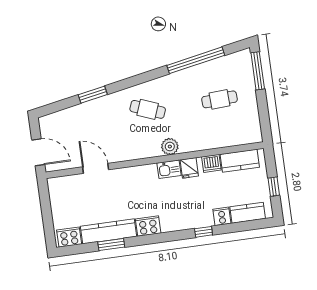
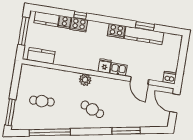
window: (93, 95) -> (126, 131), width x1.44
dishwasher: (211, 163) -> (170, 78), moved
fridge: (189, 168) -> (105, 66), moved
kitchen sink: (169, 169) -> (118, 69), moved
window: (274, 187) -> (24, 31), width x2.17
cooker: (69, 237) -> (79, 25), moved

